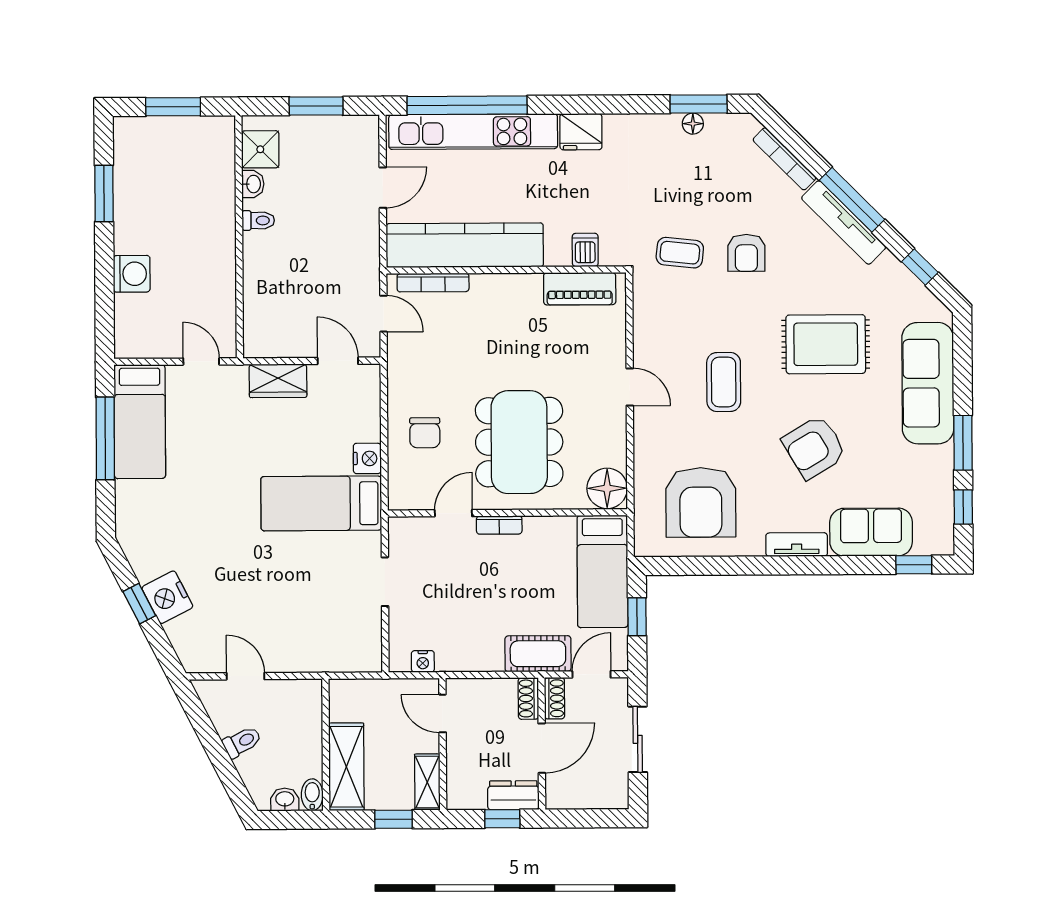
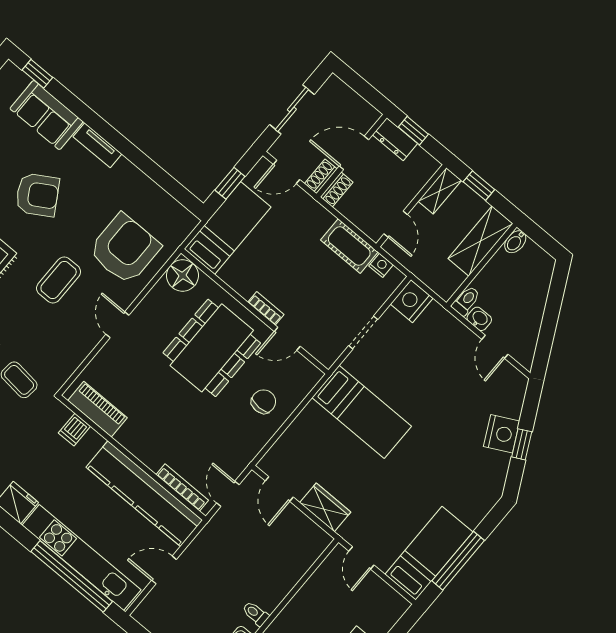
nightstand: (367, 458) -> (412, 301), moved, width x1.36, depth x1.33
armchair: (701, 502) -> (125, 249), moved
cot: (538, 654) -> (349, 246), moved
toilet: (242, 742) -> (466, 301), moved, turned 117
washbasin: (285, 799) -> (479, 319), moved, turned 180

